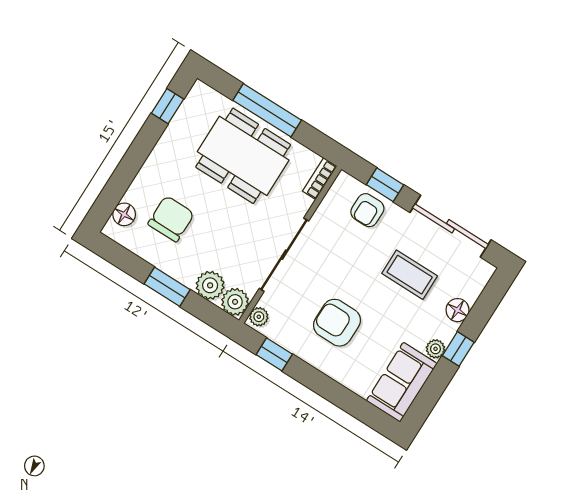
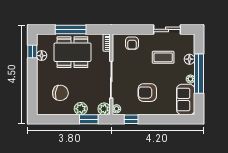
window: (385, 185) -> (133, 29), removed
floor lamp: (124, 214) -> (42, 56), moved
chair: (171, 219) -> (60, 93), turned 97
sliding door: (450, 226) -> (167, 29), width x0.73
plant: (210, 285) -> (81, 109), moved
window: (167, 287) -> (89, 119), moved
window: (458, 349) -> (199, 74), width x3.17

